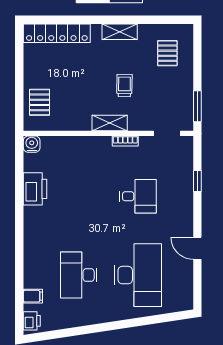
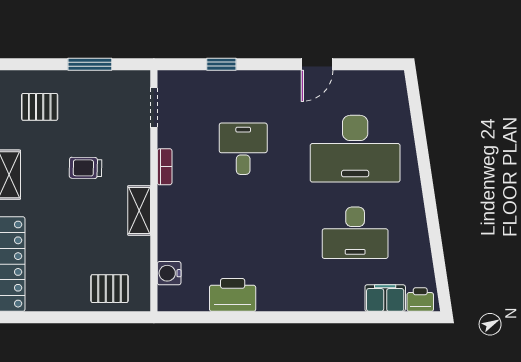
window: (197, 106) -> (90, 64), moved
shelving: (110, 123) -> (139, 210), moved
water cooler: (32, 144) -> (169, 273), moved
desk: (138, 275) -> (355, 149), turned 180
filing cabinet: (33, 296) -> (385, 298), width x2.00

